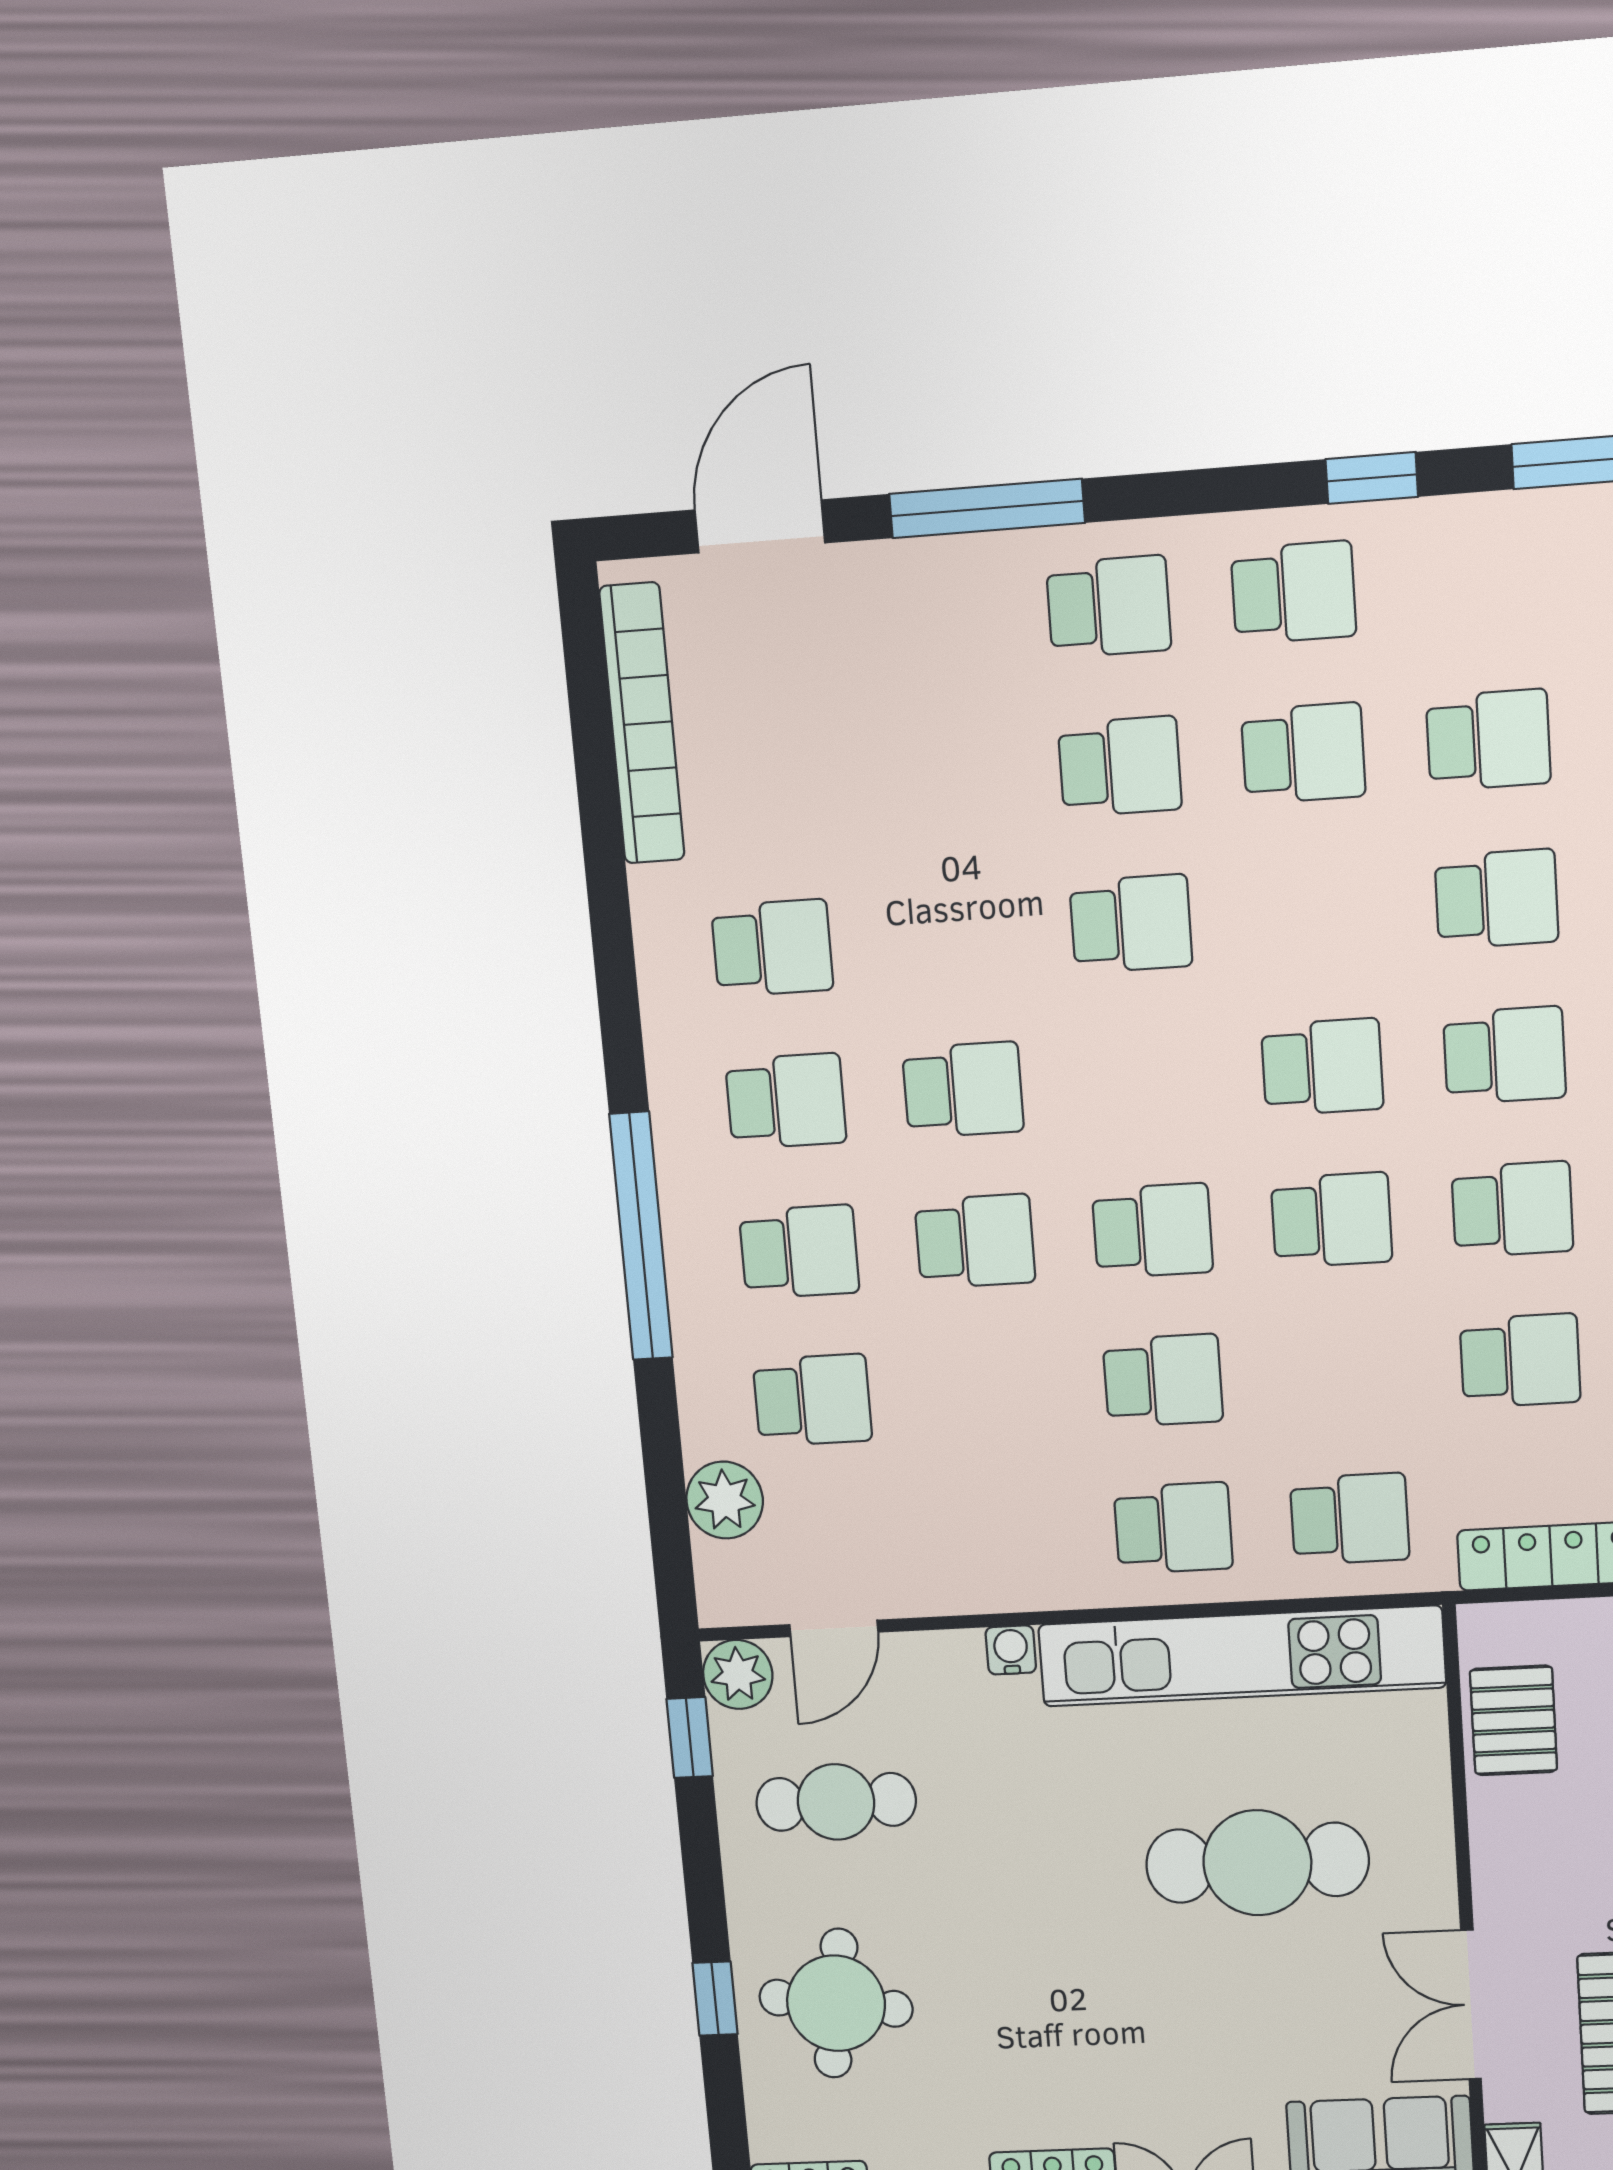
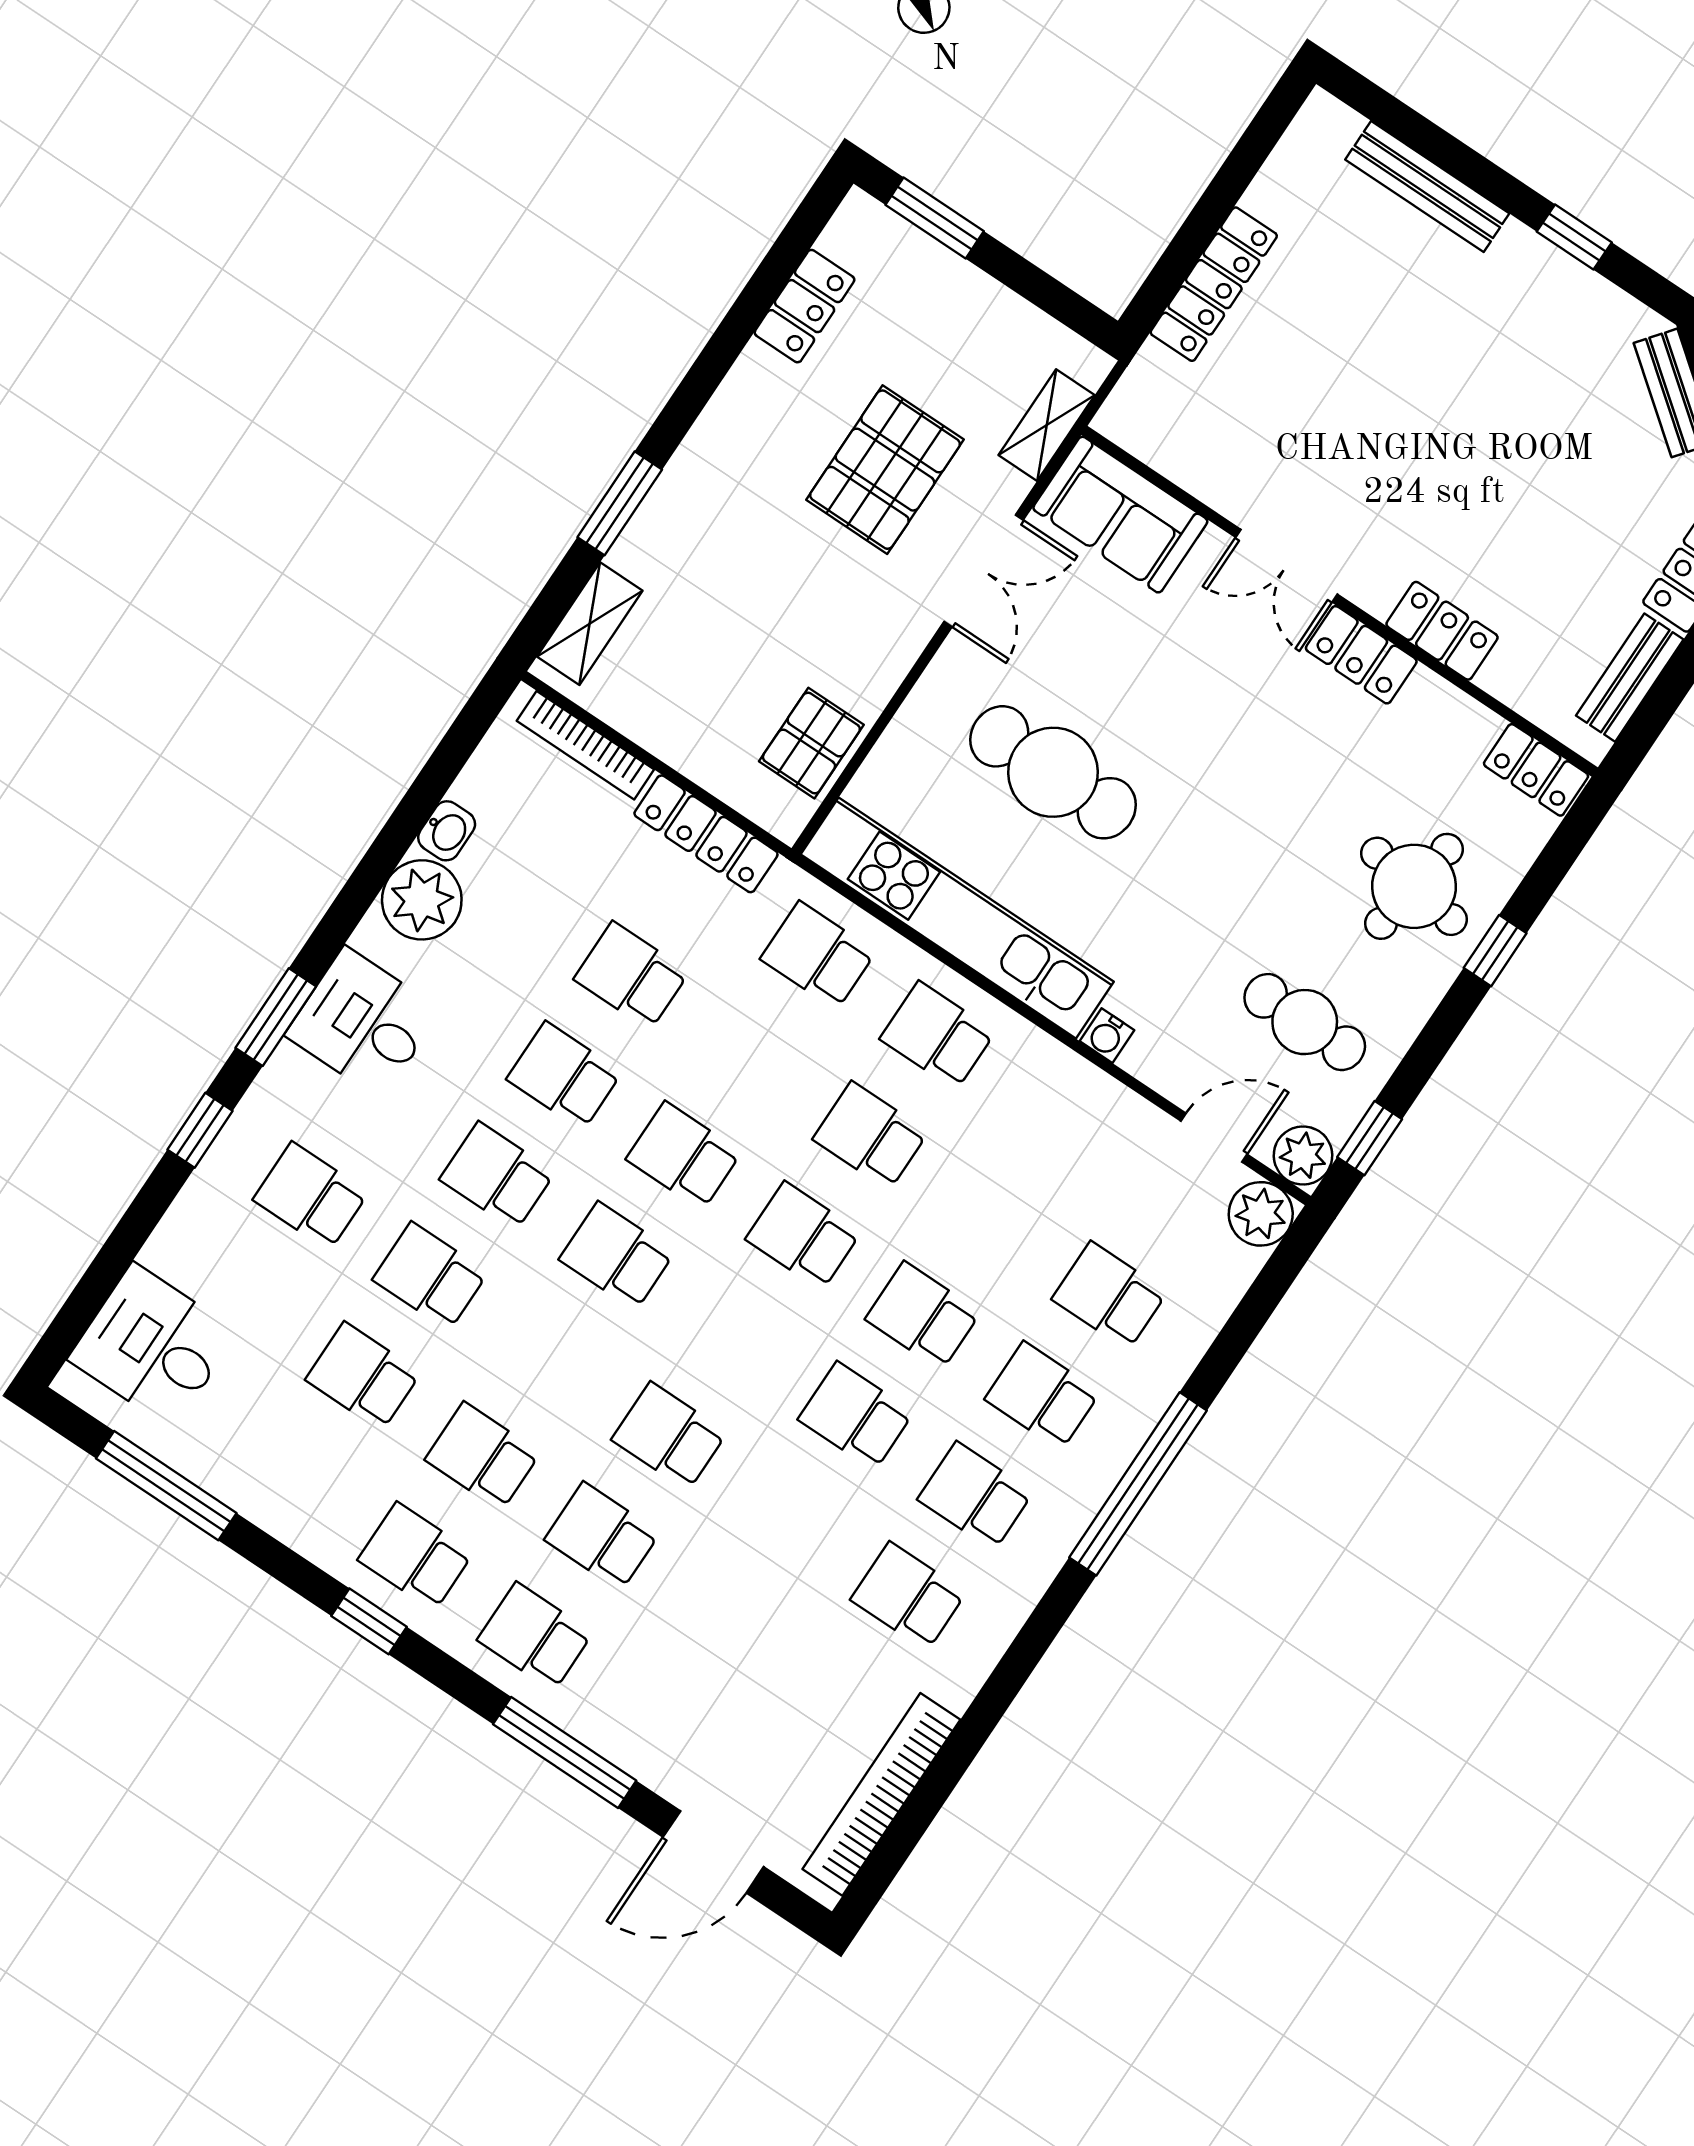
window: (1372, 478) -> (369, 1621), moved
plant: (725, 1500) -> (1261, 1214), moved

